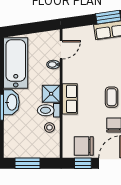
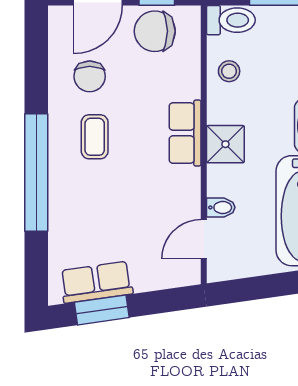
toilet: (49, 110) -> (231, 20), moved
chair: (84, 146) -> (155, 31), turned 180

